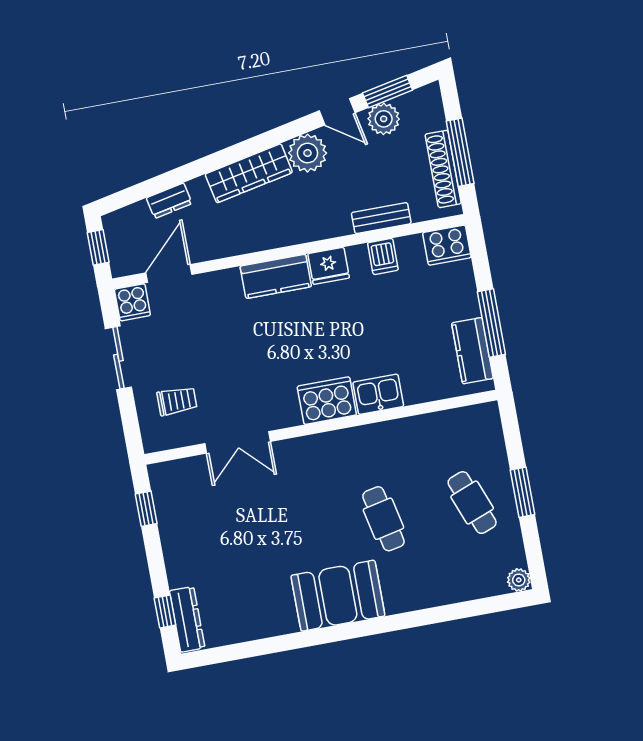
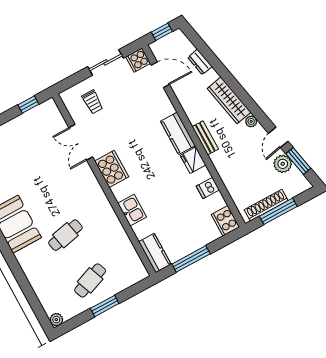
plant: (308, 153) -> (251, 121), width x0.53, depth x0.53
bench: (381, 218) -> (205, 138), moved
kitchen counter: (472, 351) -> (155, 253), moved, turned 90
cooker: (327, 401) -> (112, 169), moved

